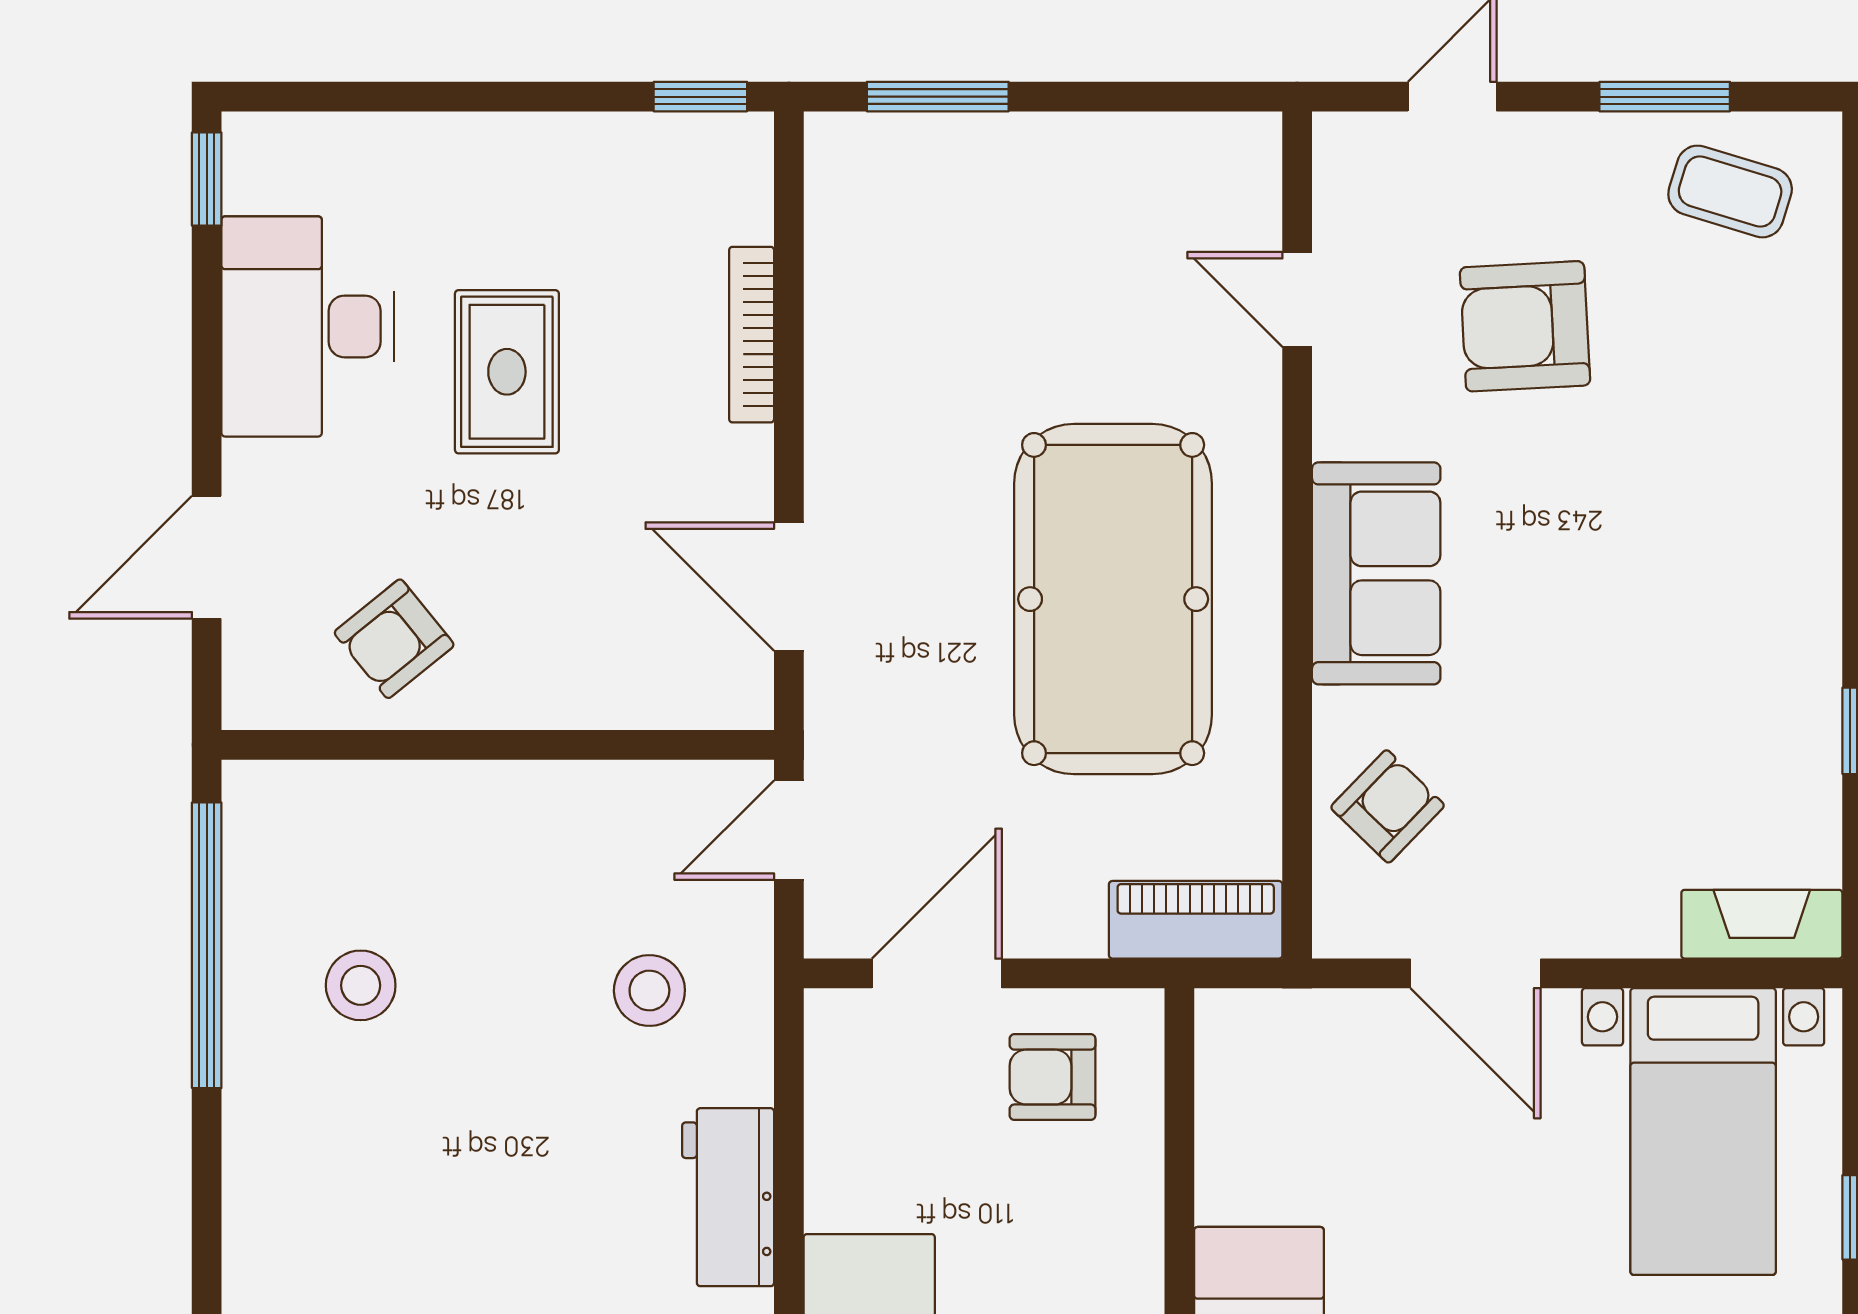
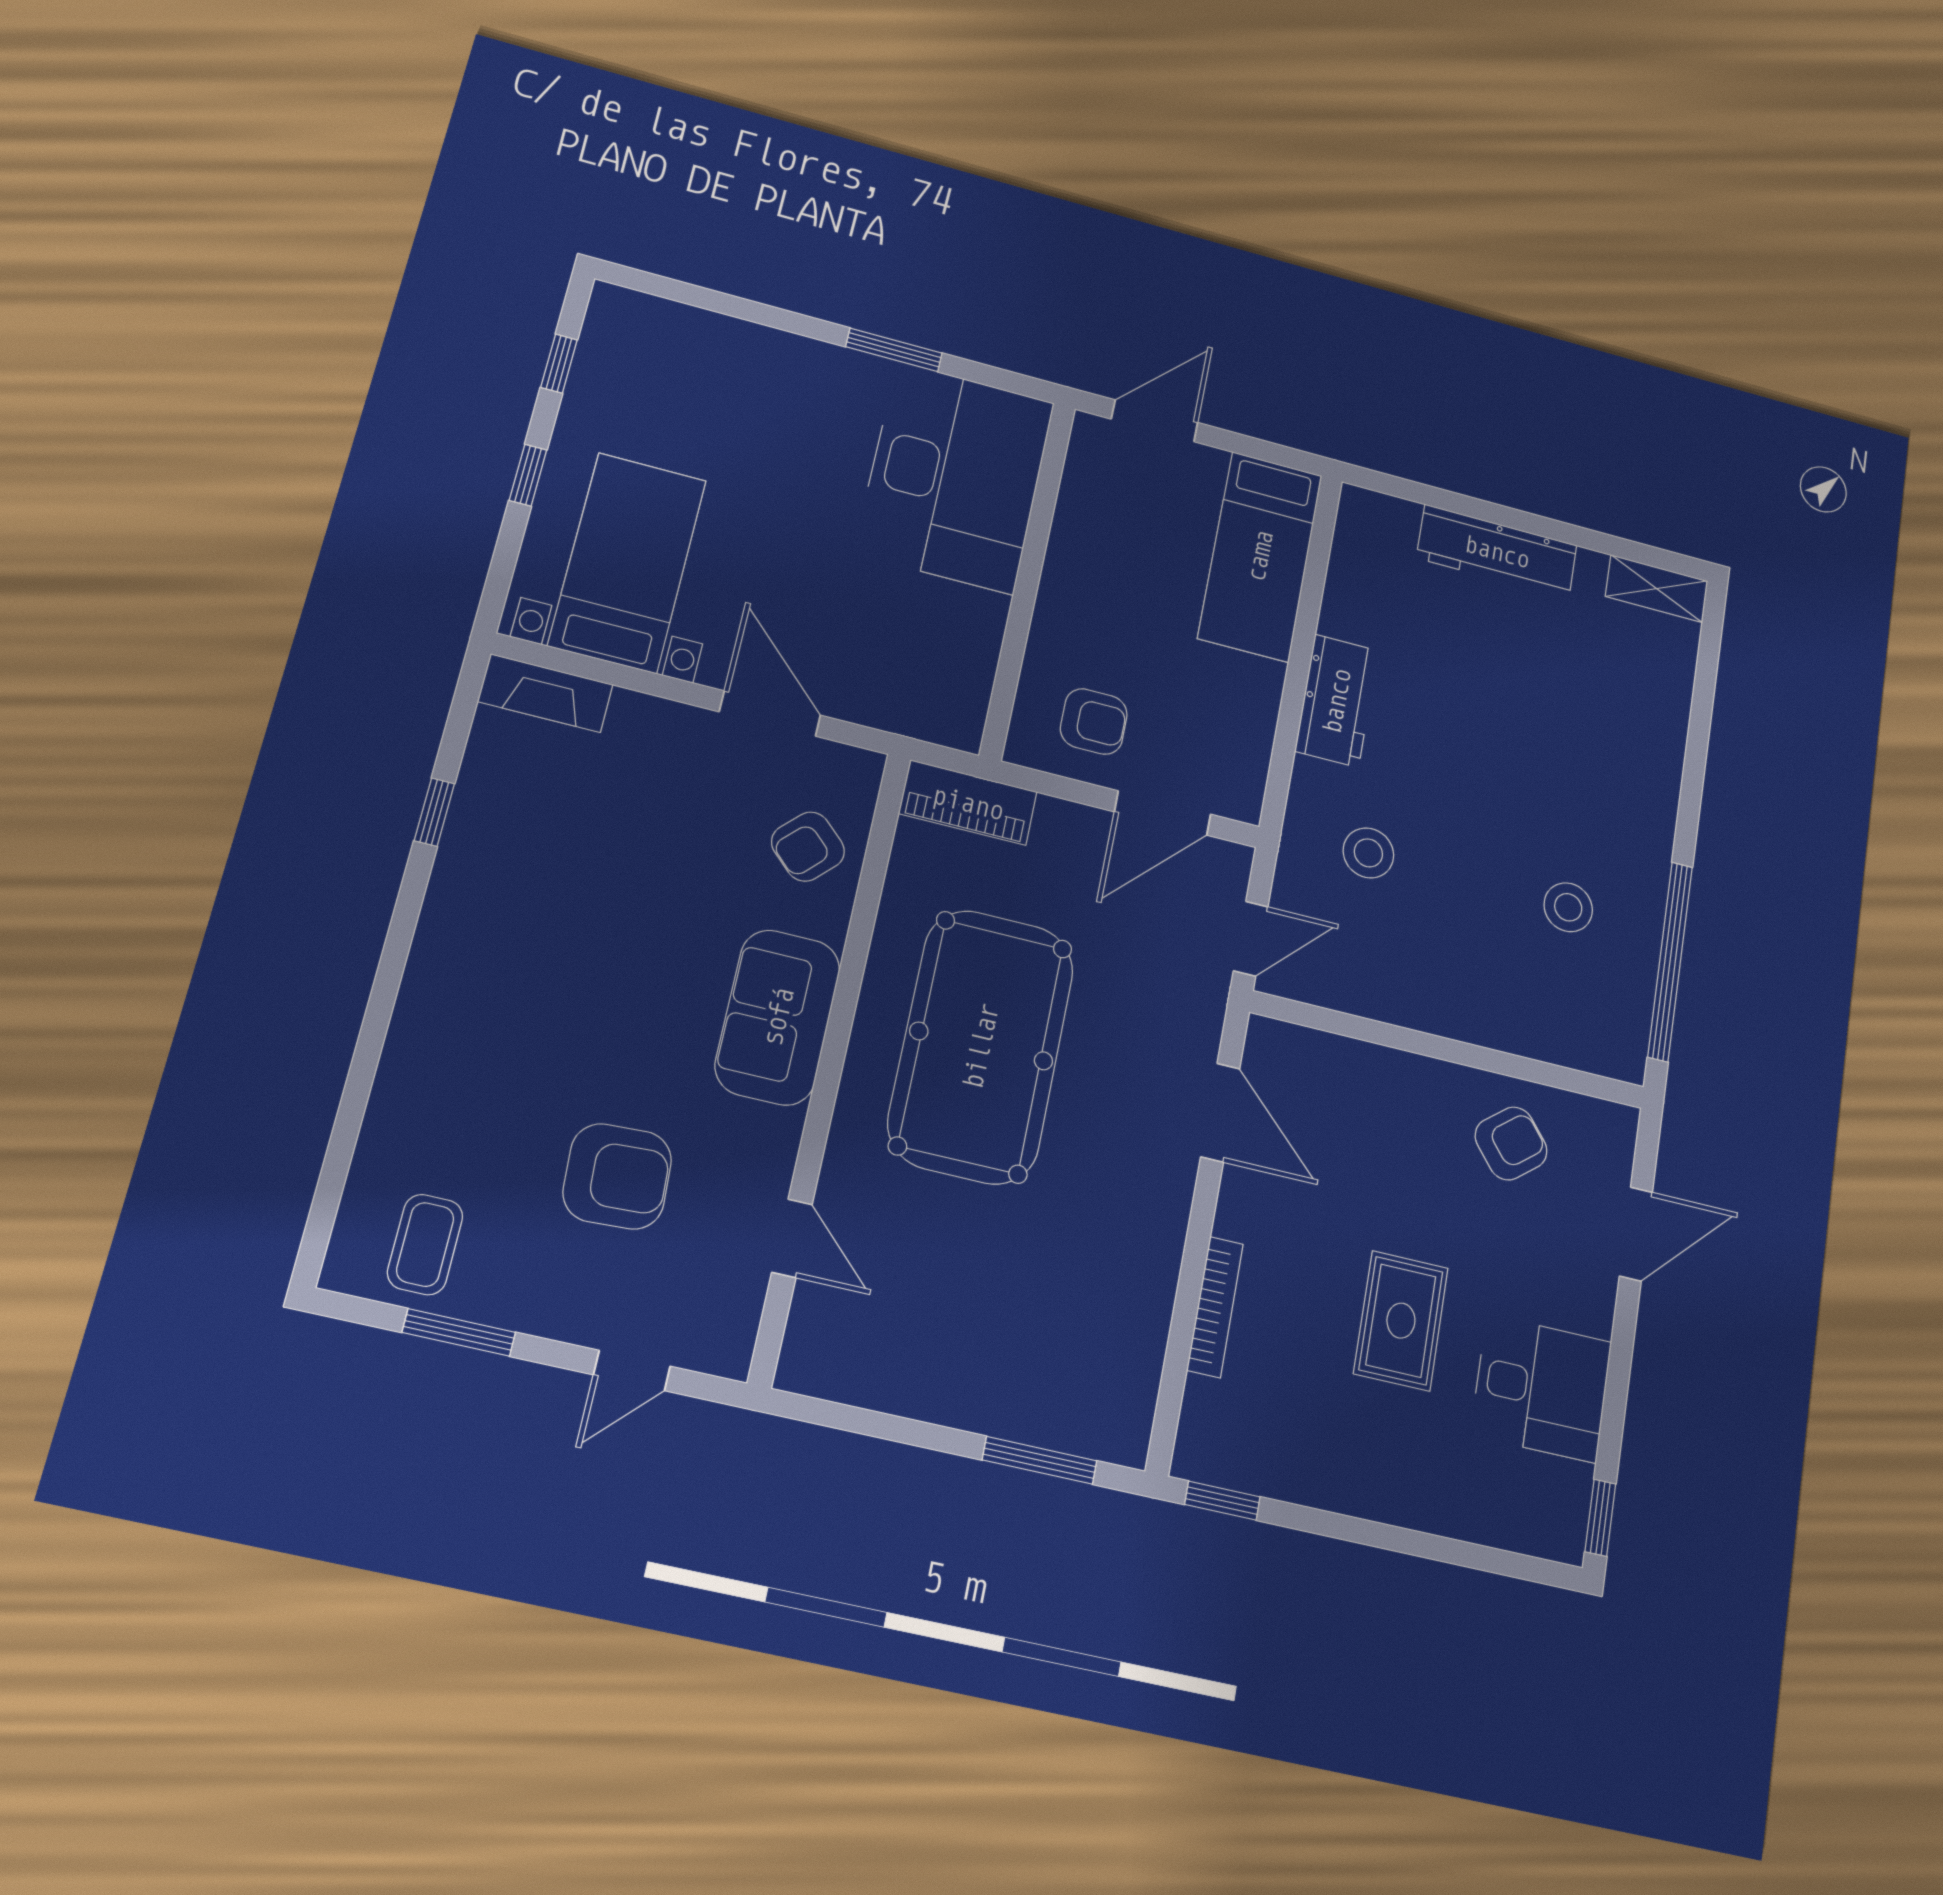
coffee table: (1730, 191) -> (425, 1244), turned 73
desk: (308, 326) -> (1541, 1388), width x0.73

